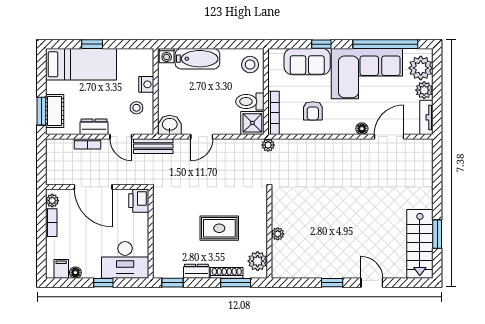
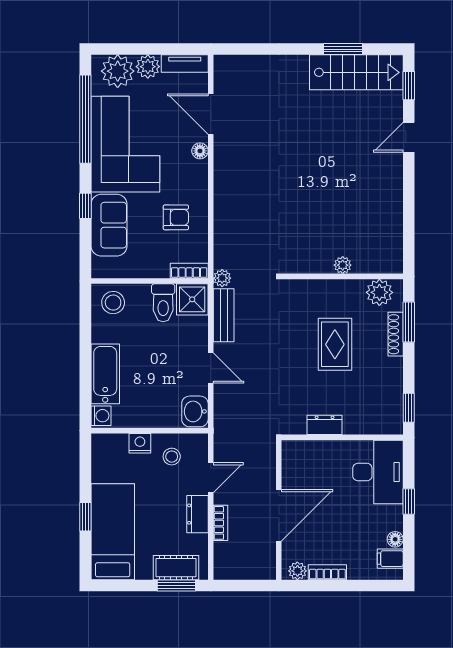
bookcase: (274, 113) -> (189, 271), width x0.64
bench: (153, 146) -> (224, 315), moved
printer: (139, 201) -> (298, 453), removed
dresser: (196, 271) -> (325, 425), moved, turned 90
window: (332, 283) -> (409, 86), moved

